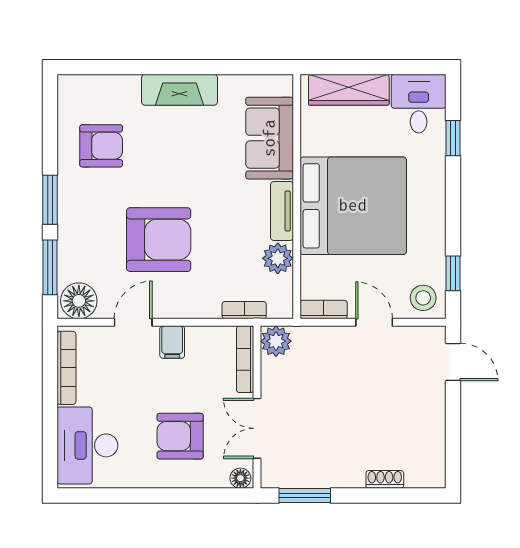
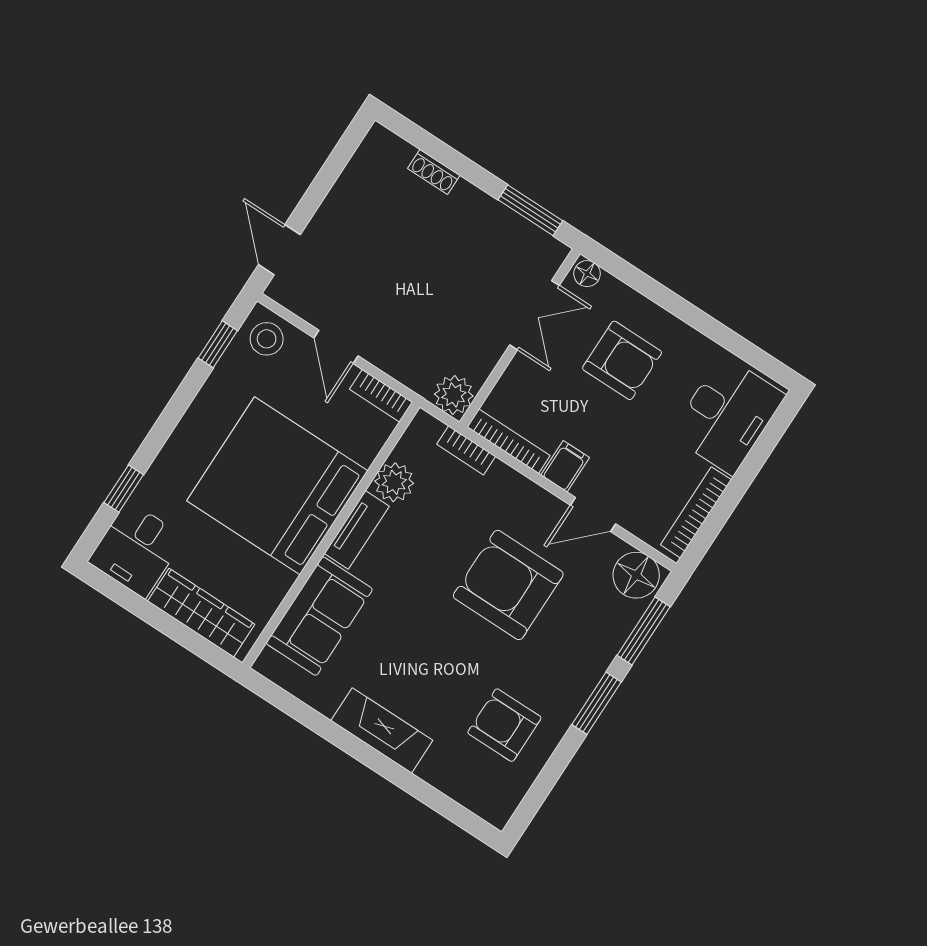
bookcase: (245, 359) -> (508, 441), moved, turned -90

